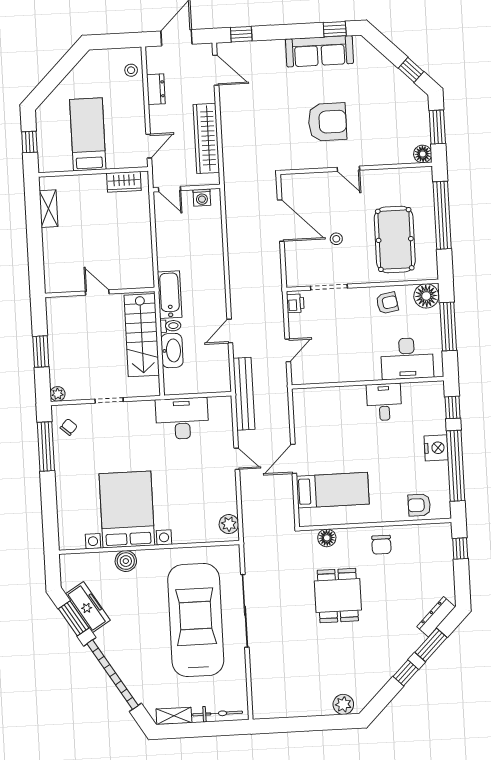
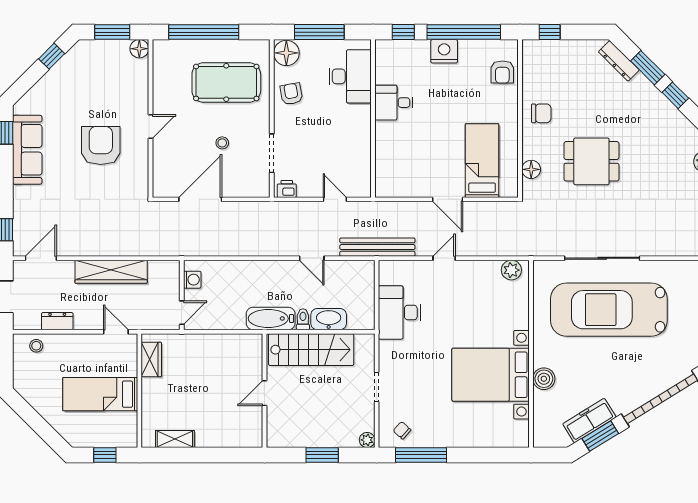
wall: (187, 188) -> (182, 295), moved
door: (170, 189) -> (182, 313), moved
washing machine: (202, 197) -> (192, 280), moved

